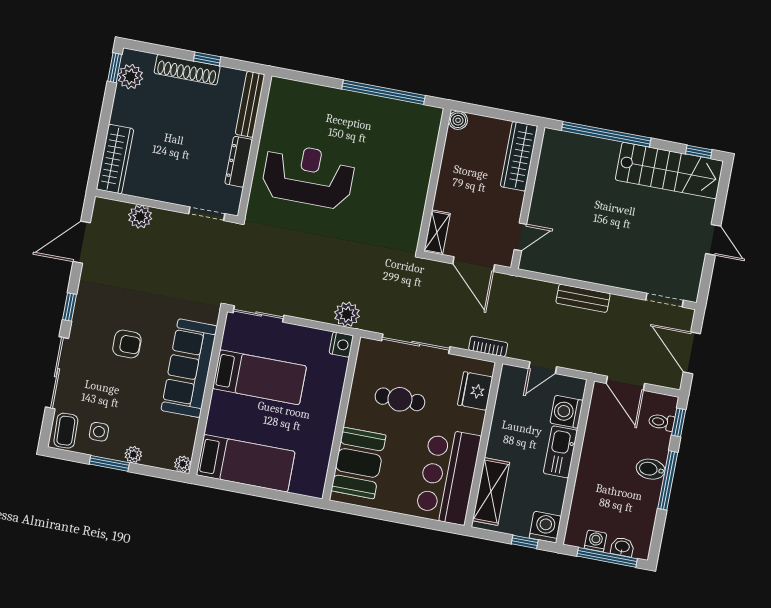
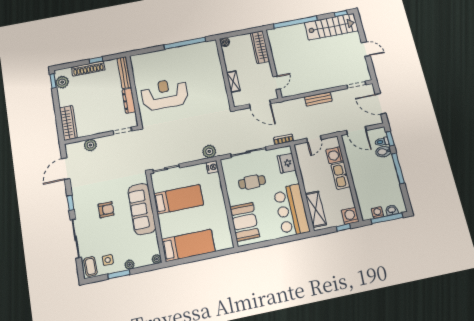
shelving: (437, 232) -> (233, 82), moved
bidet: (651, 469) -> (383, 152), moved

